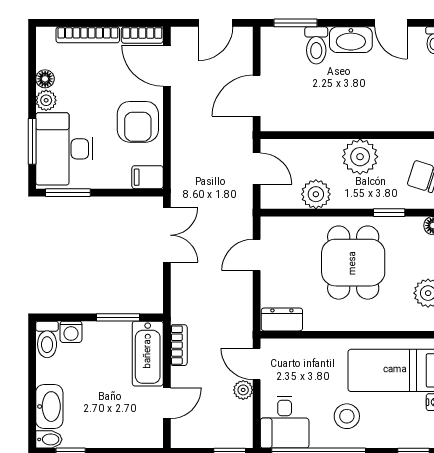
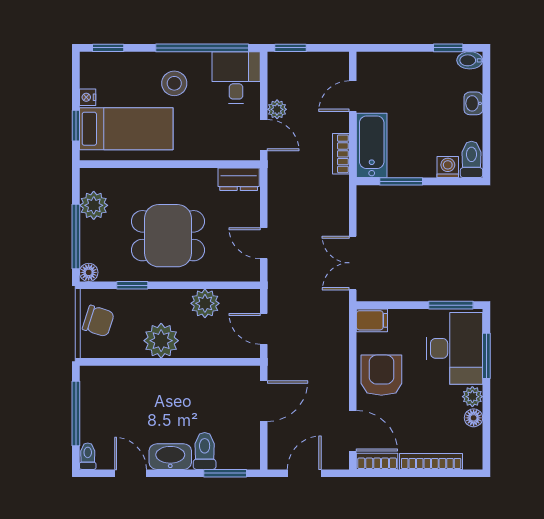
door: (257, 255) -> (264, 243), swing flipped
dining table: (353, 263) -> (168, 236), turned 90
washbasin: (49, 407) -> (473, 103), width x0.52, depth x0.69

